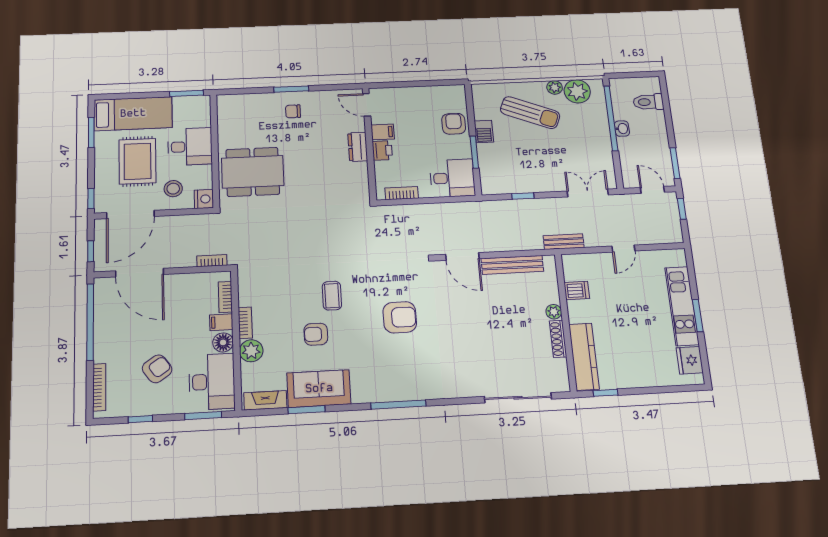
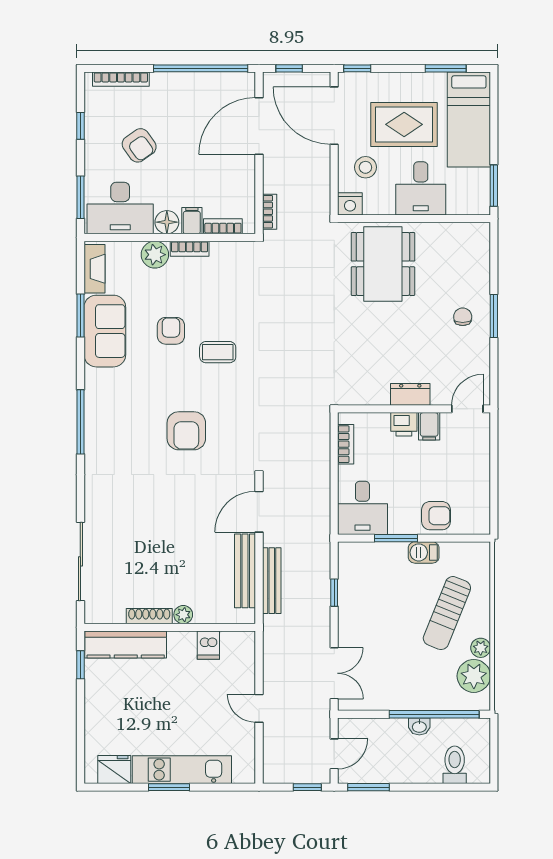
bench: (564, 242) -> (272, 581), moved, width x1.36

